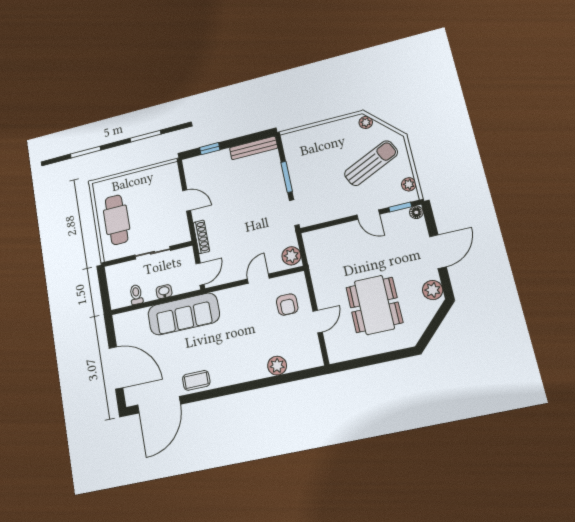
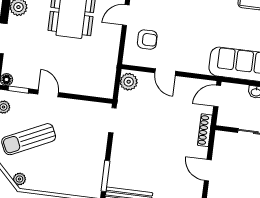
window: (287, 177) -> (105, 176), moved
door: (258, 279) -> (165, 72), hinge flipped
armchair: (287, 305) -> (147, 40), turned 90

